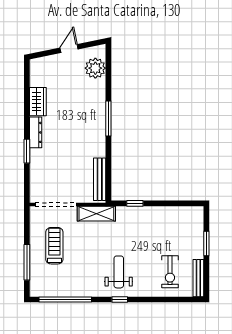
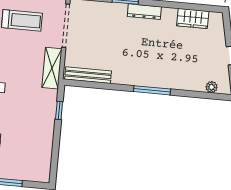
plant: (95, 68) -> (212, 87), width x0.53, depth x0.53
wardrobe: (38, 102) -> (193, 18), moved

